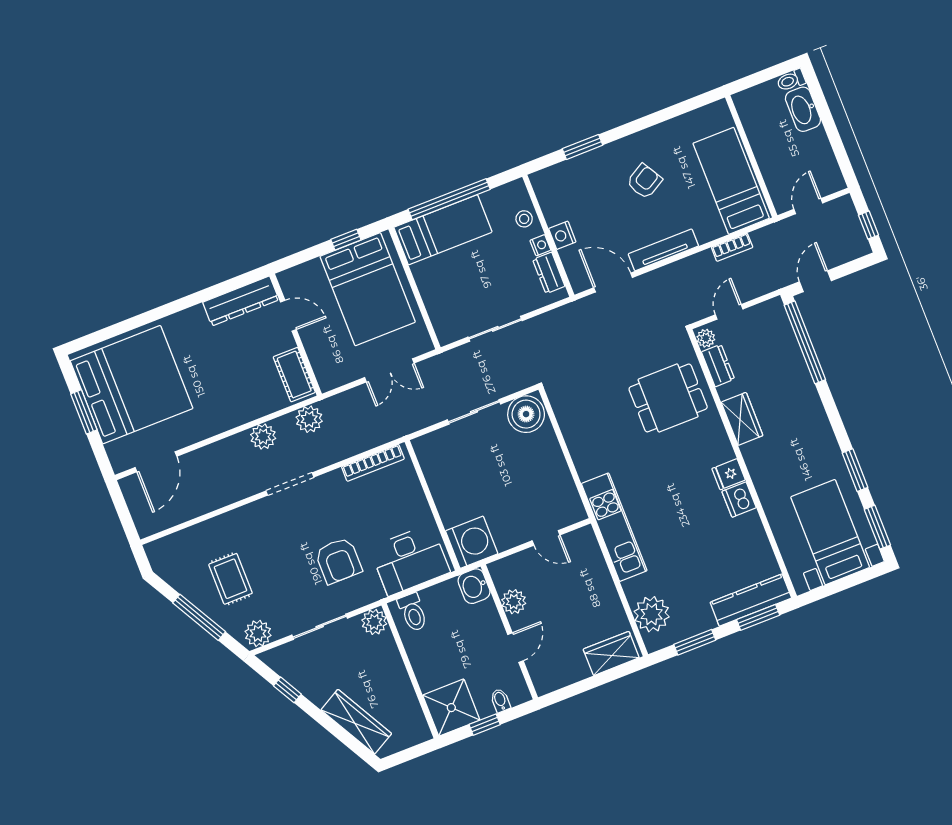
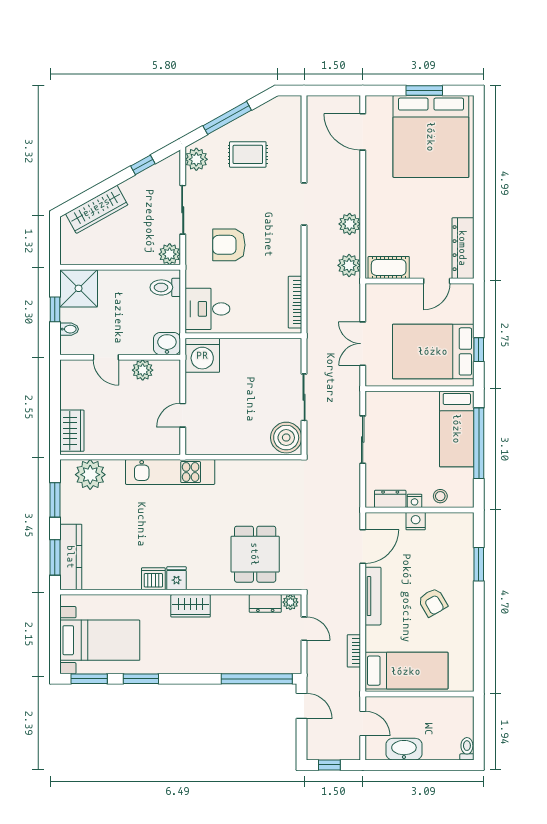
washbasin: (803, 109) -> (404, 749), moved
wardrobe: (742, 419) -> (191, 606), moved
doorway: (290, 484) -> (304, 204), moved
desk: (410, 560) -> (207, 309), width x0.73

